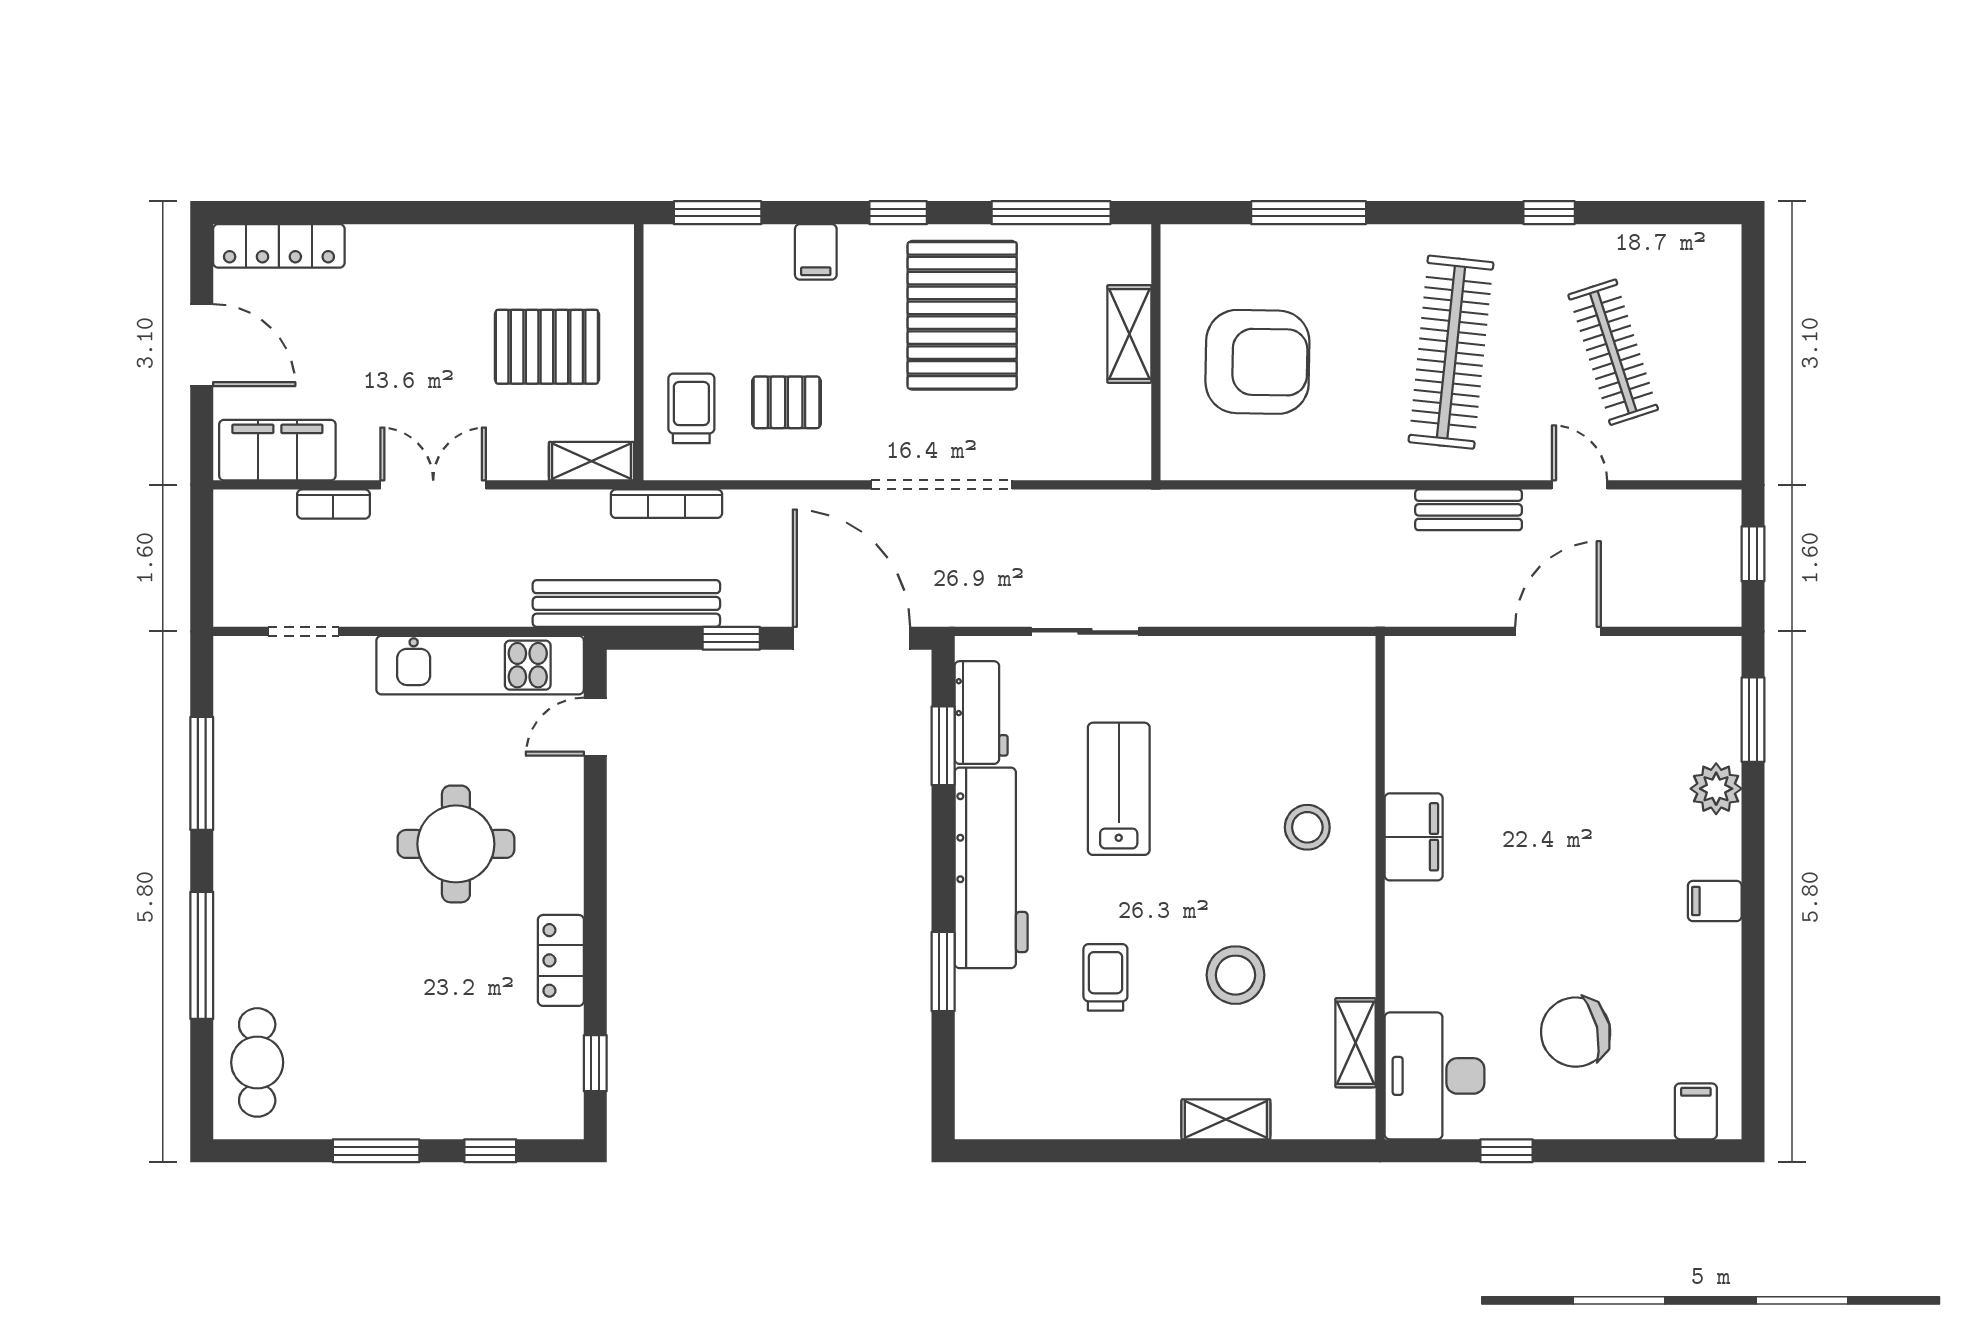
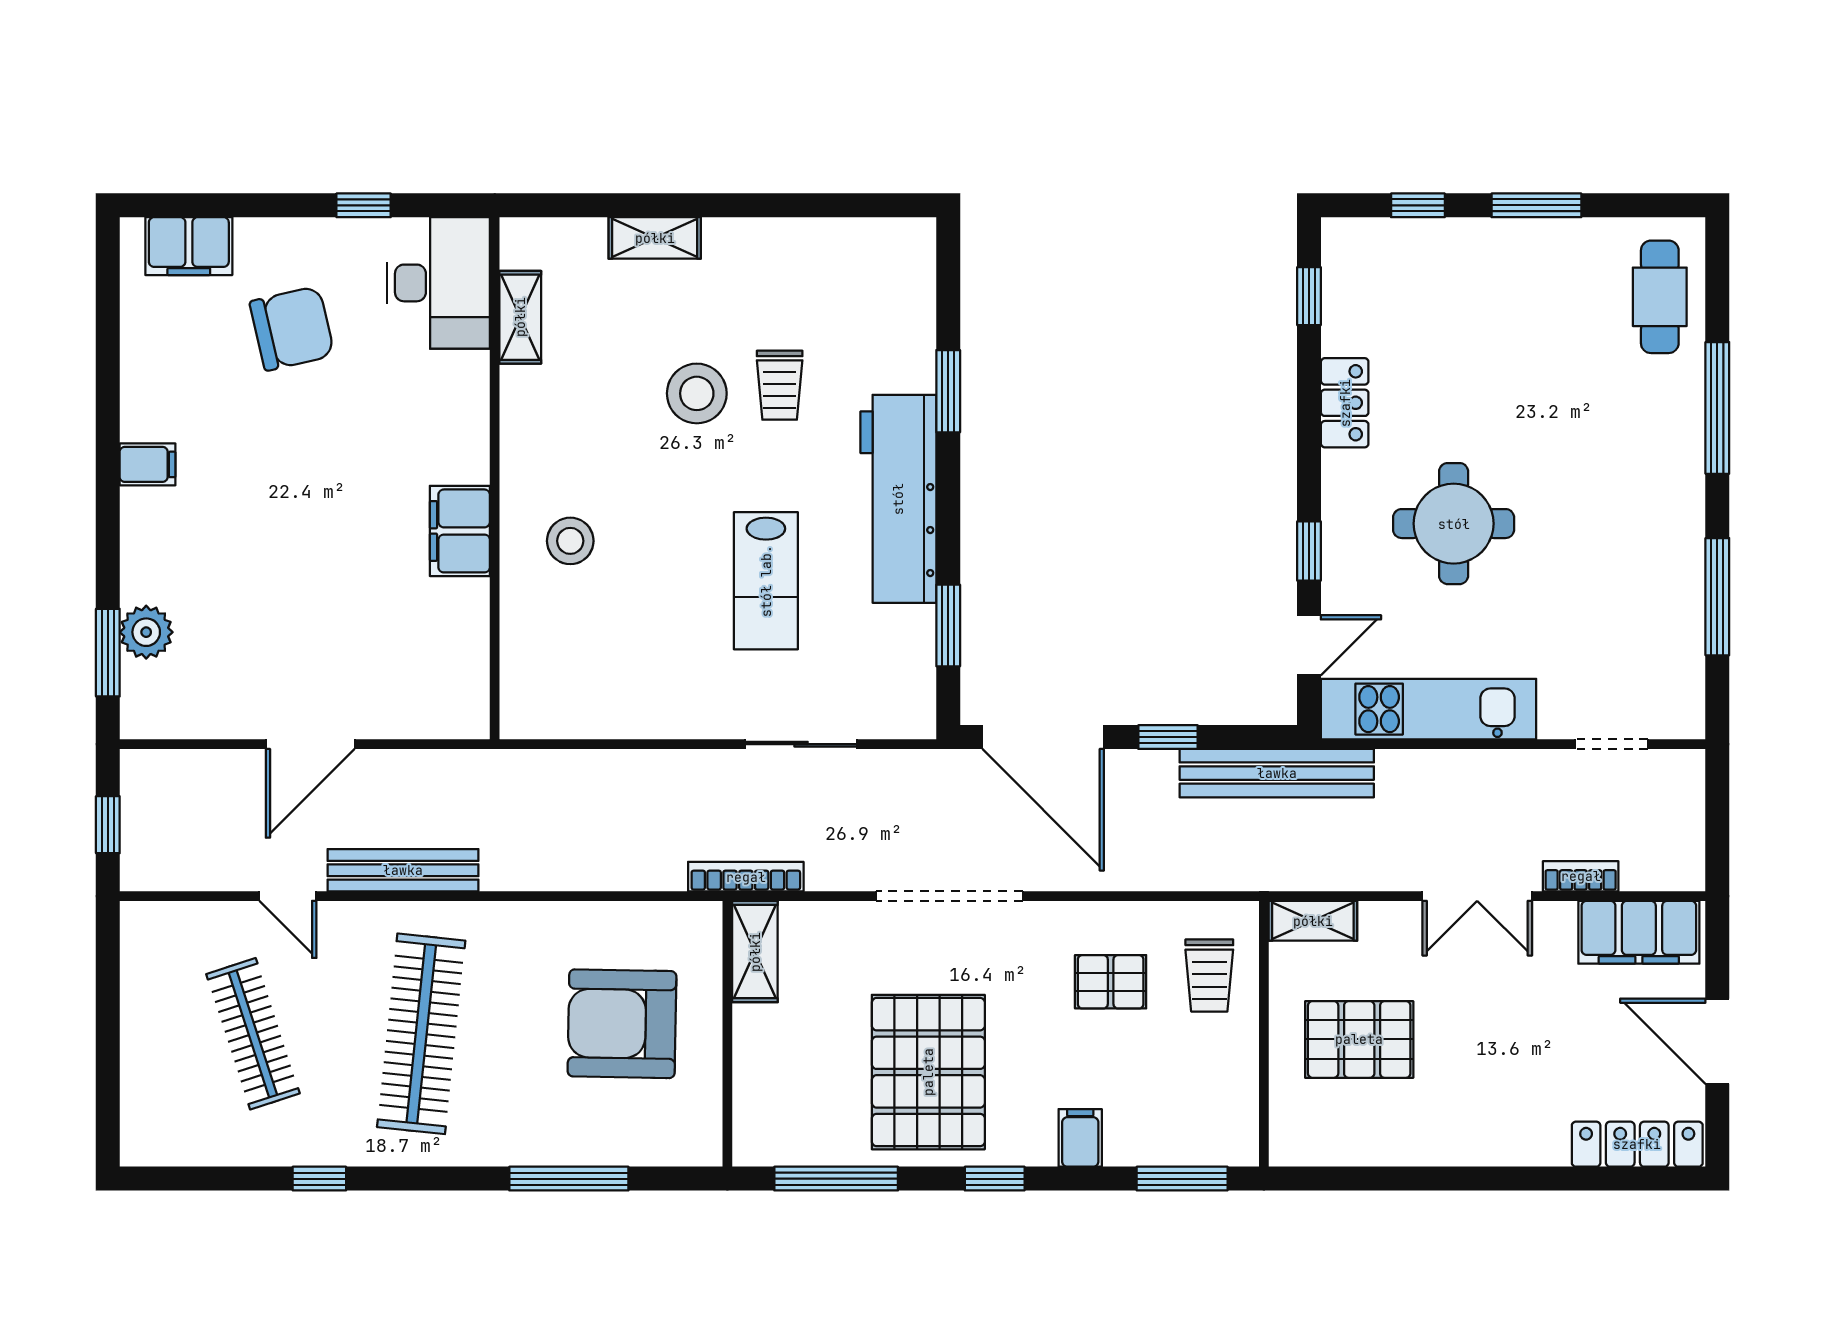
shelving: (1129, 334) -> (755, 952), moved
bookcase: (666, 504) -> (746, 877), moved
bench: (1469, 510) -> (403, 870), width x1.36
workbench: (981, 713) -> (909, 660), removed
plant: (1716, 789) -> (146, 632), moved
window: (595, 817) -> (1309, 551), added
stool: (1235, 975) -> (697, 393), moved
filing cabinet: (1696, 1111) -> (189, 246), width x2.00

